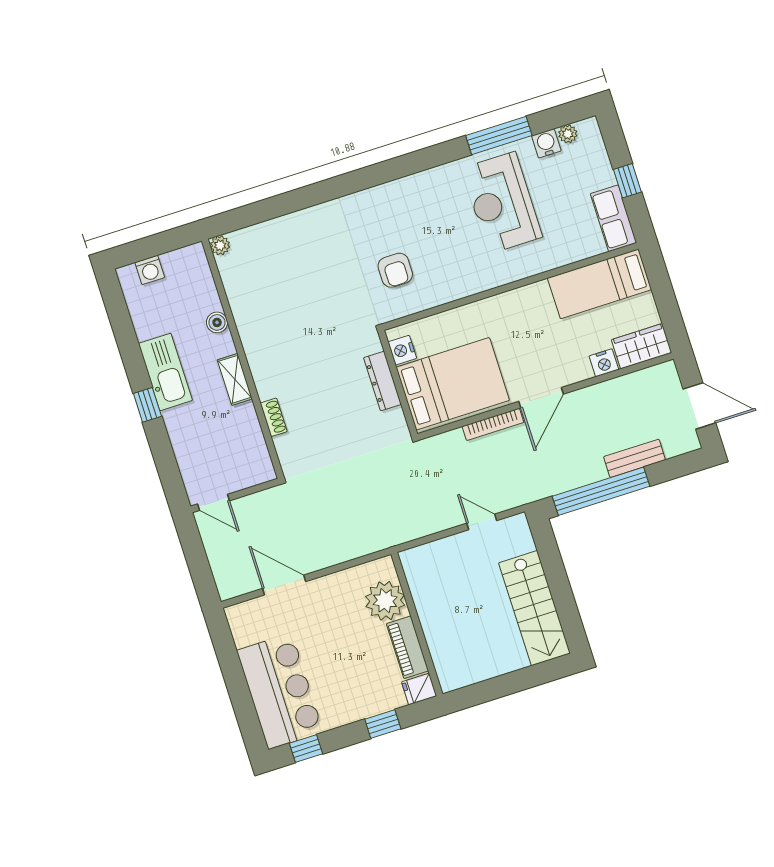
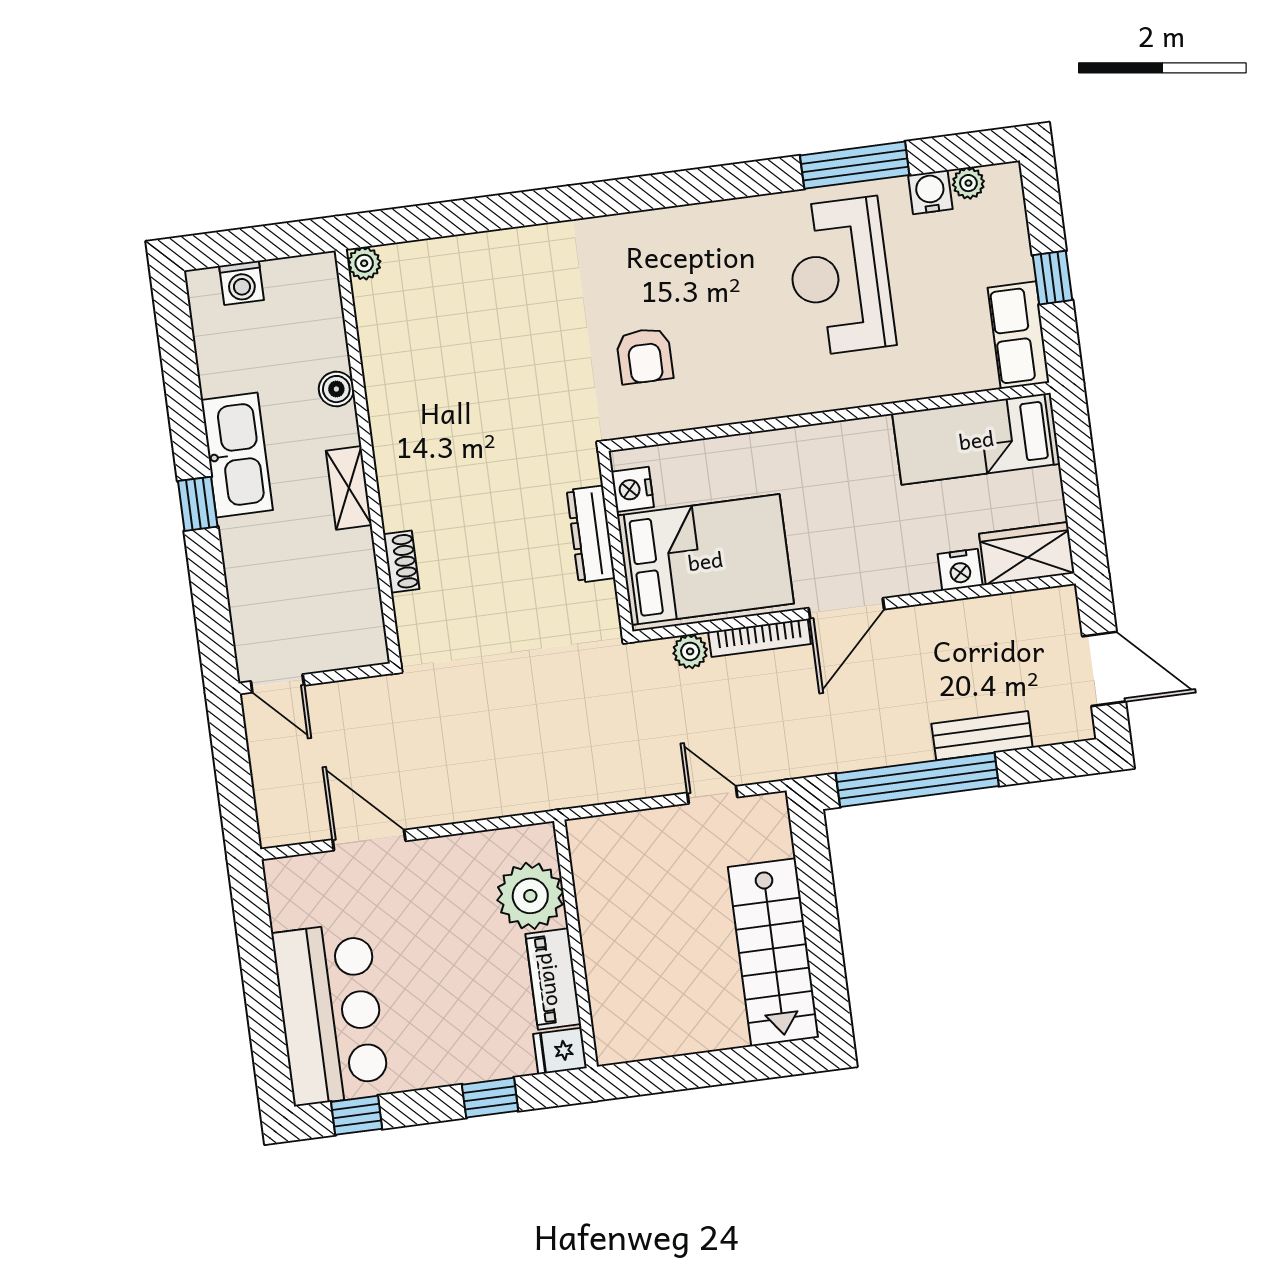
plant: (453, 440) -> (690, 651), added

